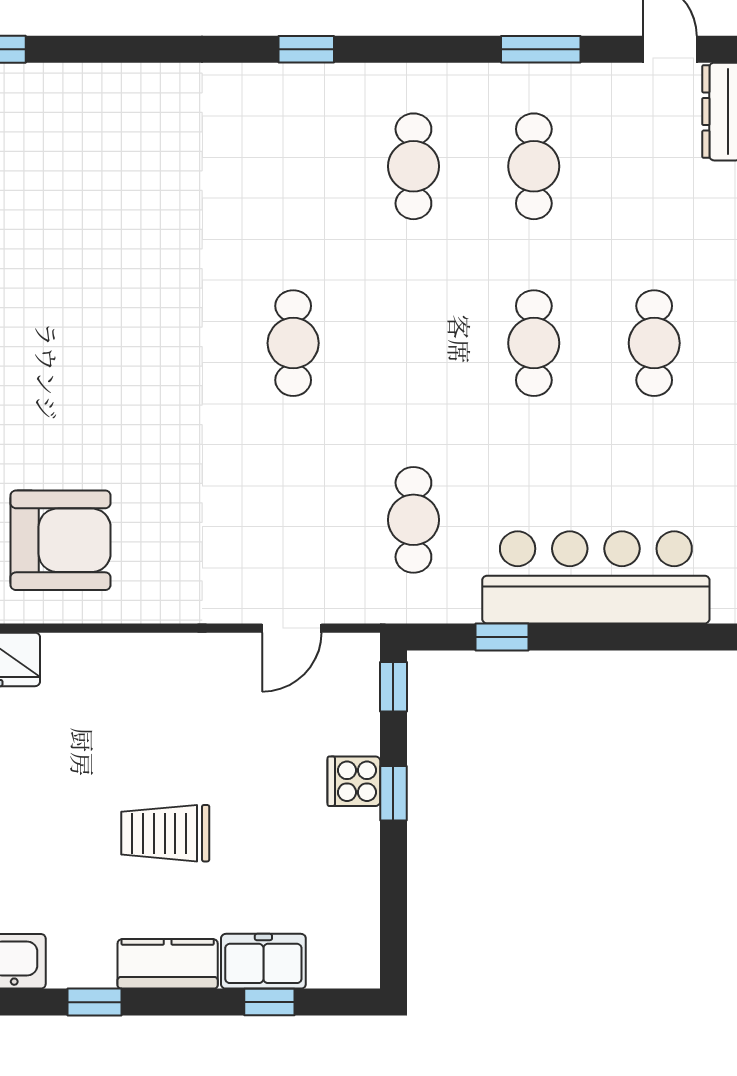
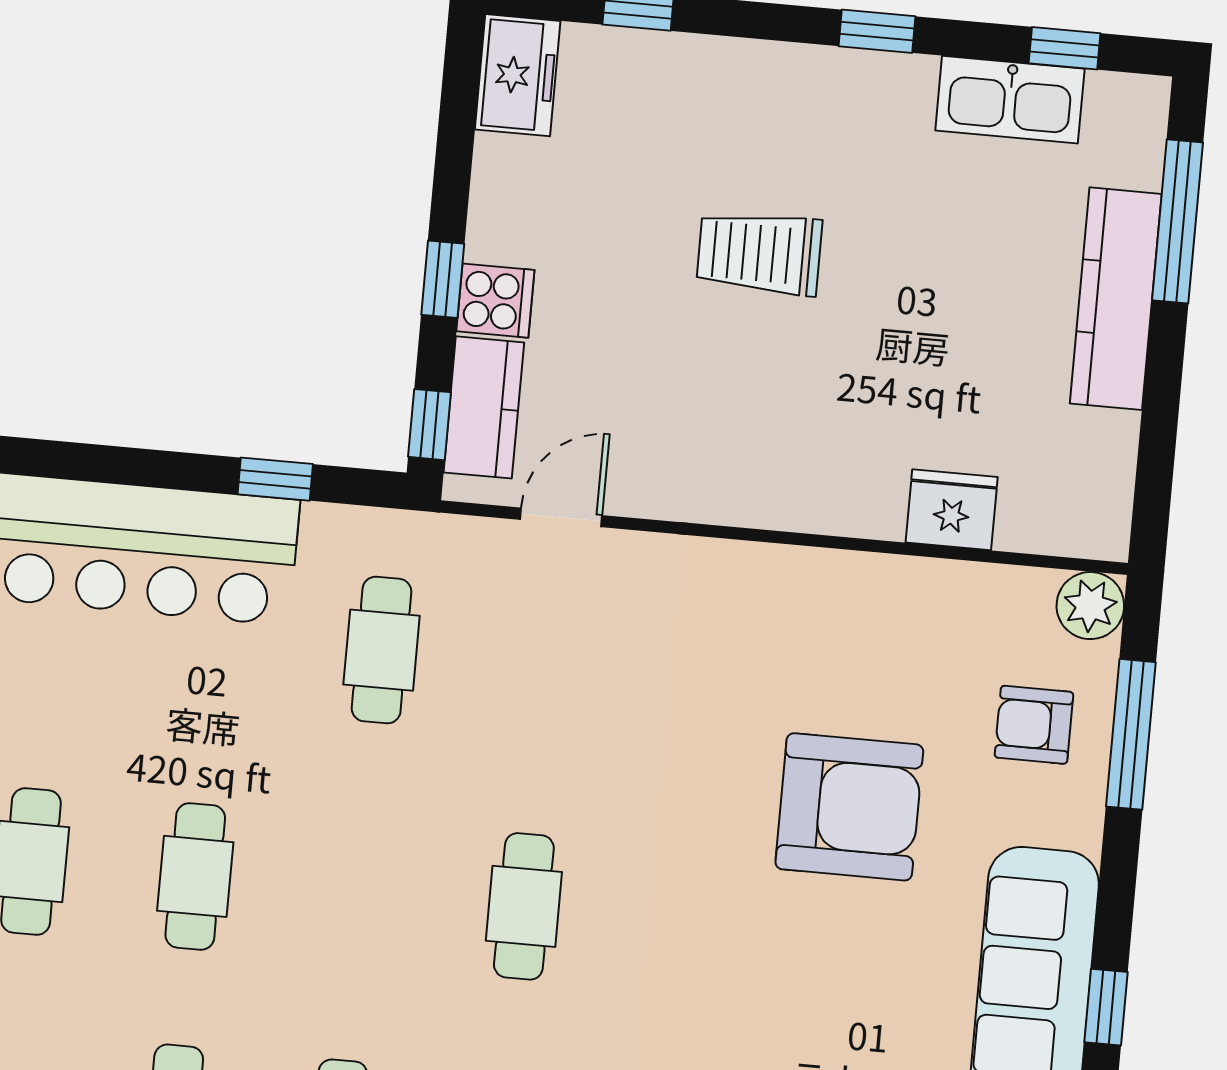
armchair: (61, 540) -> (849, 807), moved, turned 180
trolley: (165, 833) -> (759, 253), turned 180
freezer: (263, 961) -> (518, 75), moved, turned -90
kitchen counter: (168, 964) -> (484, 407), moved, turned -90

